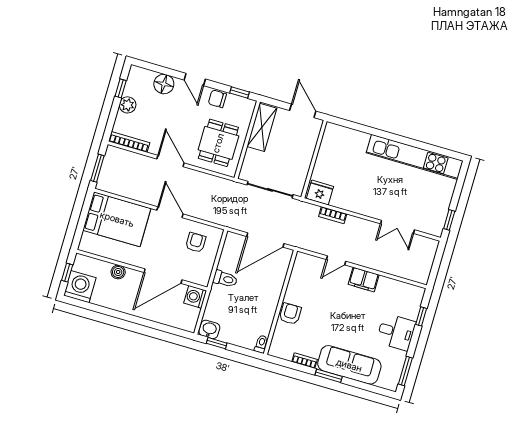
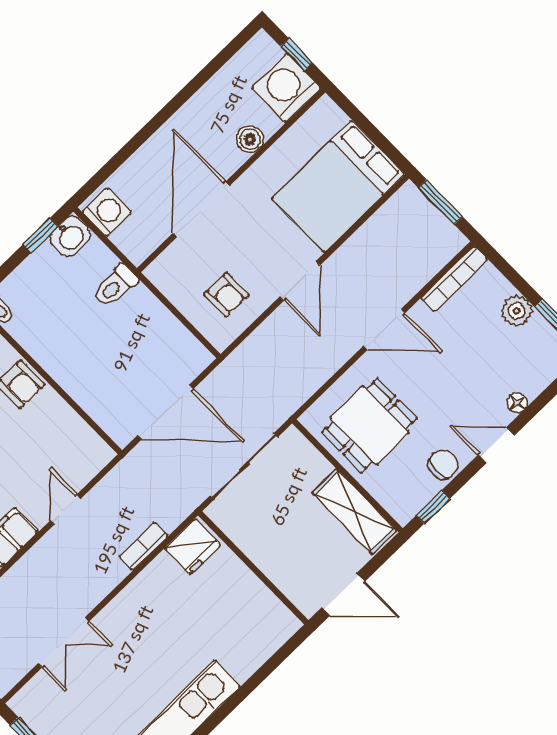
floor lamp: (164, 84) -> (517, 403), width x0.53, depth x0.53
dining table: (218, 143) -> (369, 425), turned 90
door: (170, 212) -> (300, 281), hinge flipped
double door: (398, 227) -> (64, 642), swing flipped
door: (265, 240) -> (165, 412), swing flipped
toilet: (225, 279) -> (116, 286), moved
washing machine: (80, 287) -> (286, 88), moved, turned 180
washing machine: (195, 297) -> (107, 212), moved

